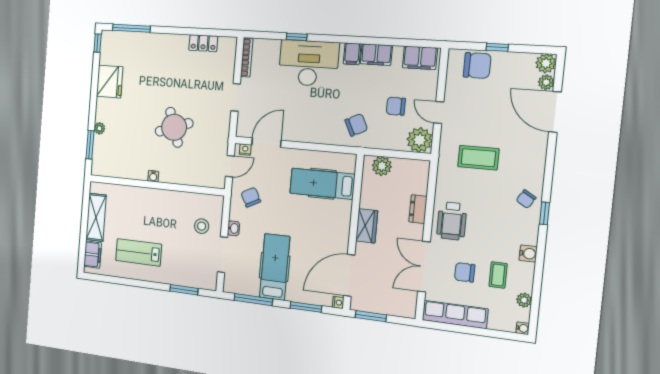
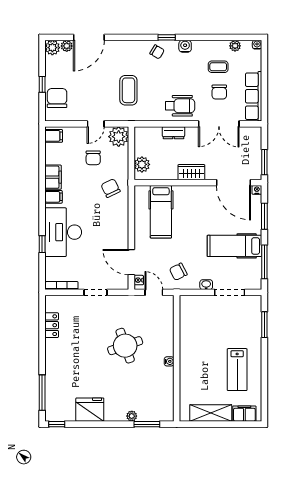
filing cabinet: (420, 58) -> (54, 136), width x0.50
stool: (202, 226) -> (207, 313), removed
water cooler: (528, 254) -> (185, 46), moved

